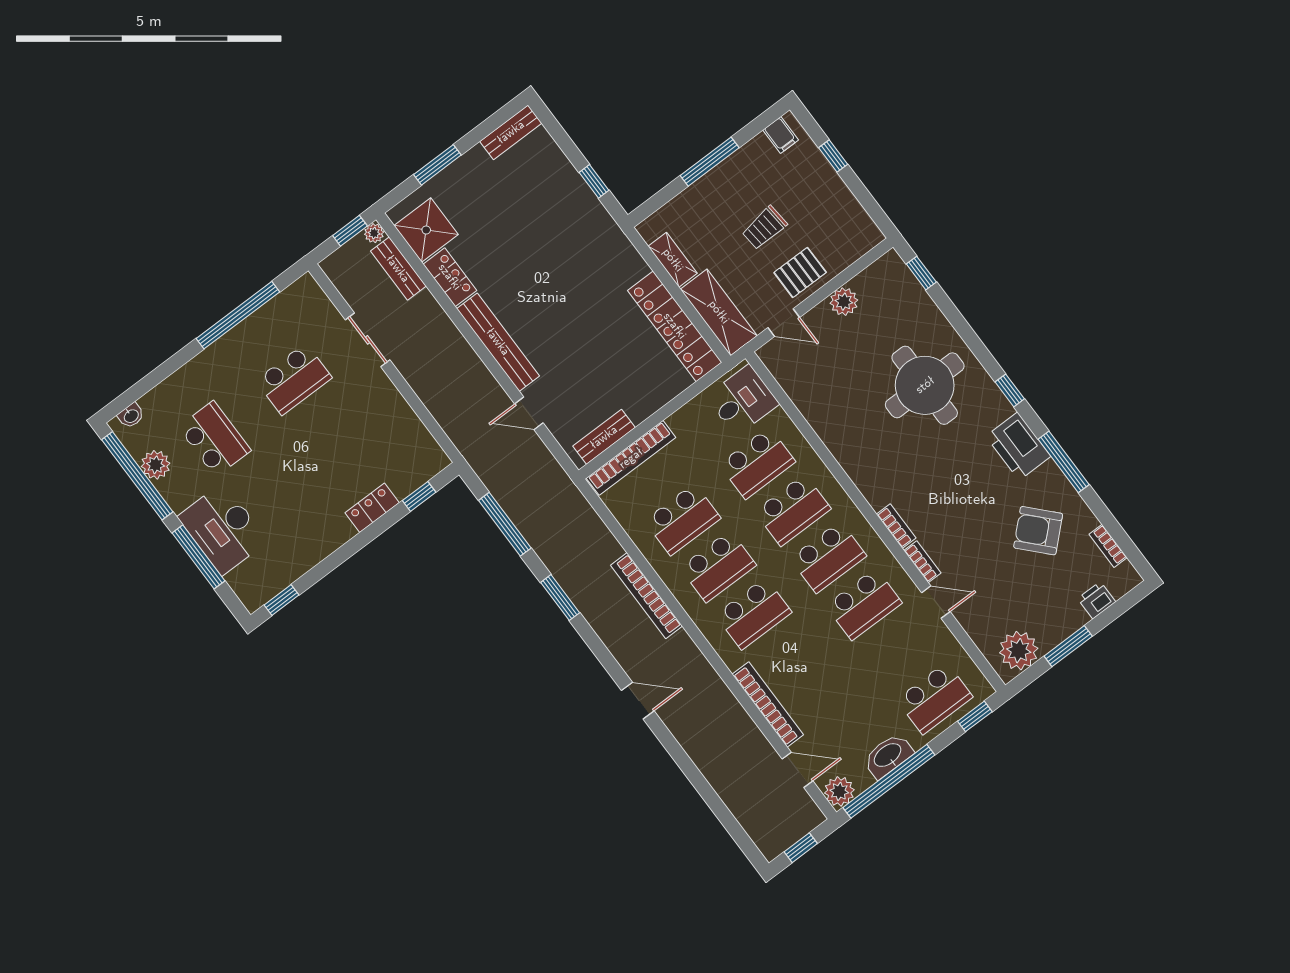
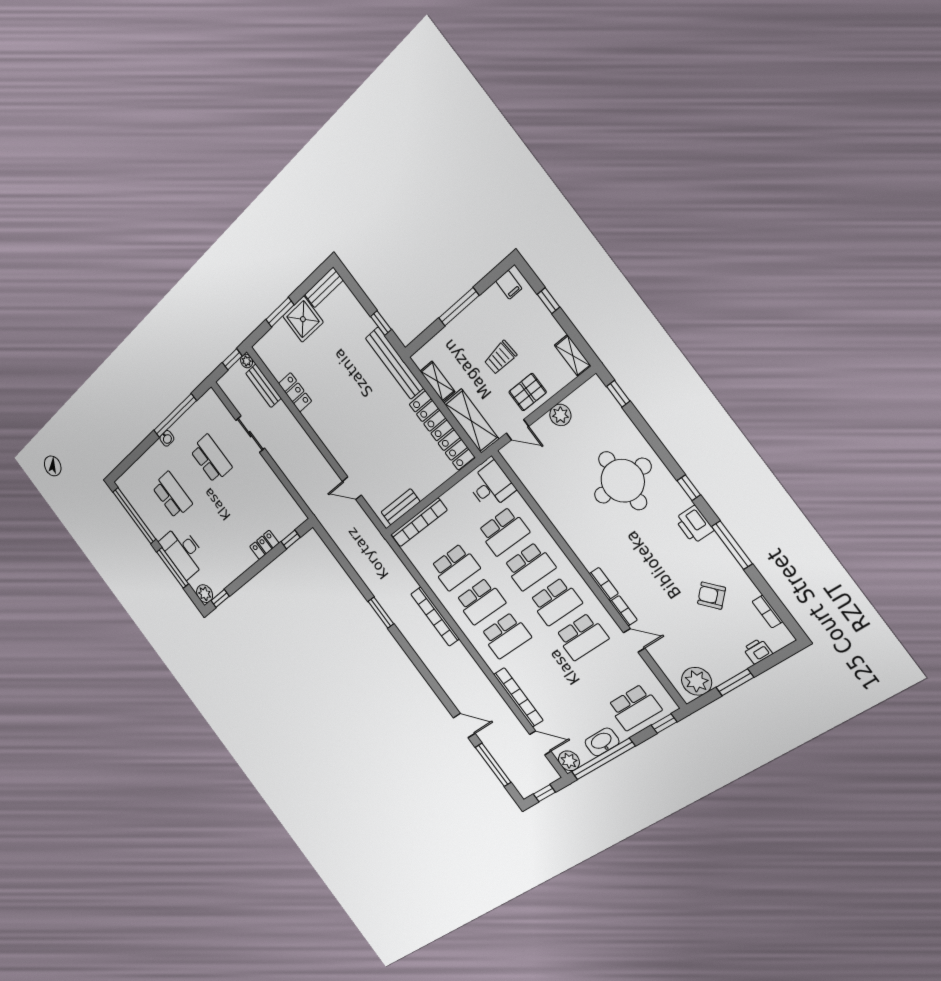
shelving: (863, 225) -> (573, 356), added
shower: (426, 230) -> (303, 319), moved
bench: (498, 342) -> (395, 363), moved
school desk: (294, 379) -> (211, 459), turned -90
washbasin: (131, 416) -> (167, 438), moved
printer: (1018, 446) -> (694, 525), width x0.73, depth x0.84
plant: (156, 465) -> (205, 594), moved
window: (505, 524) -> (493, 765), moved
armchair: (1038, 531) -> (711, 596), width x0.72, depth x0.72
door: (638, 701) -> (464, 726), moved

